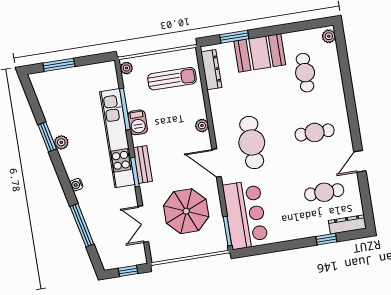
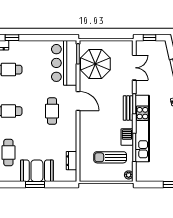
window: (234, 37) -> (35, 184), moved
dresser: (211, 70) -> (71, 161), width x0.70
sun lounger: (172, 79) -> (110, 157), moved
plant: (202, 126) -> (84, 128), removed
cafe table: (252, 143) -> (52, 111), width x0.73, depth x0.74
parasol: (186, 211) -> (95, 64), moved

